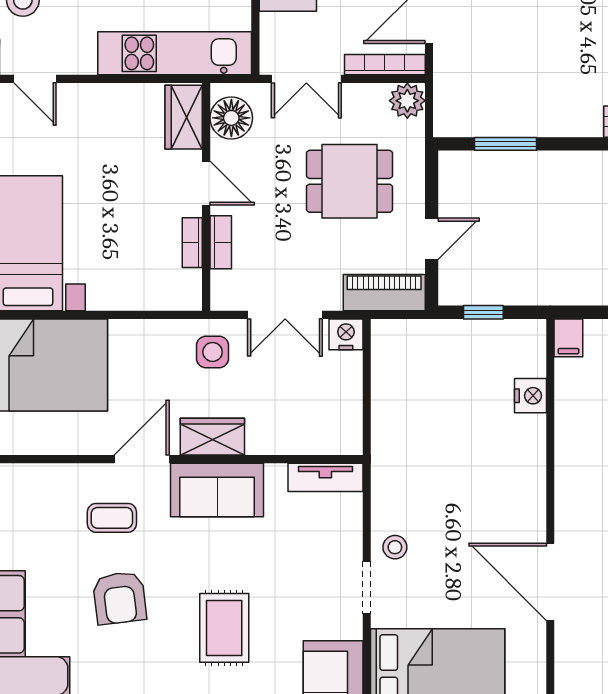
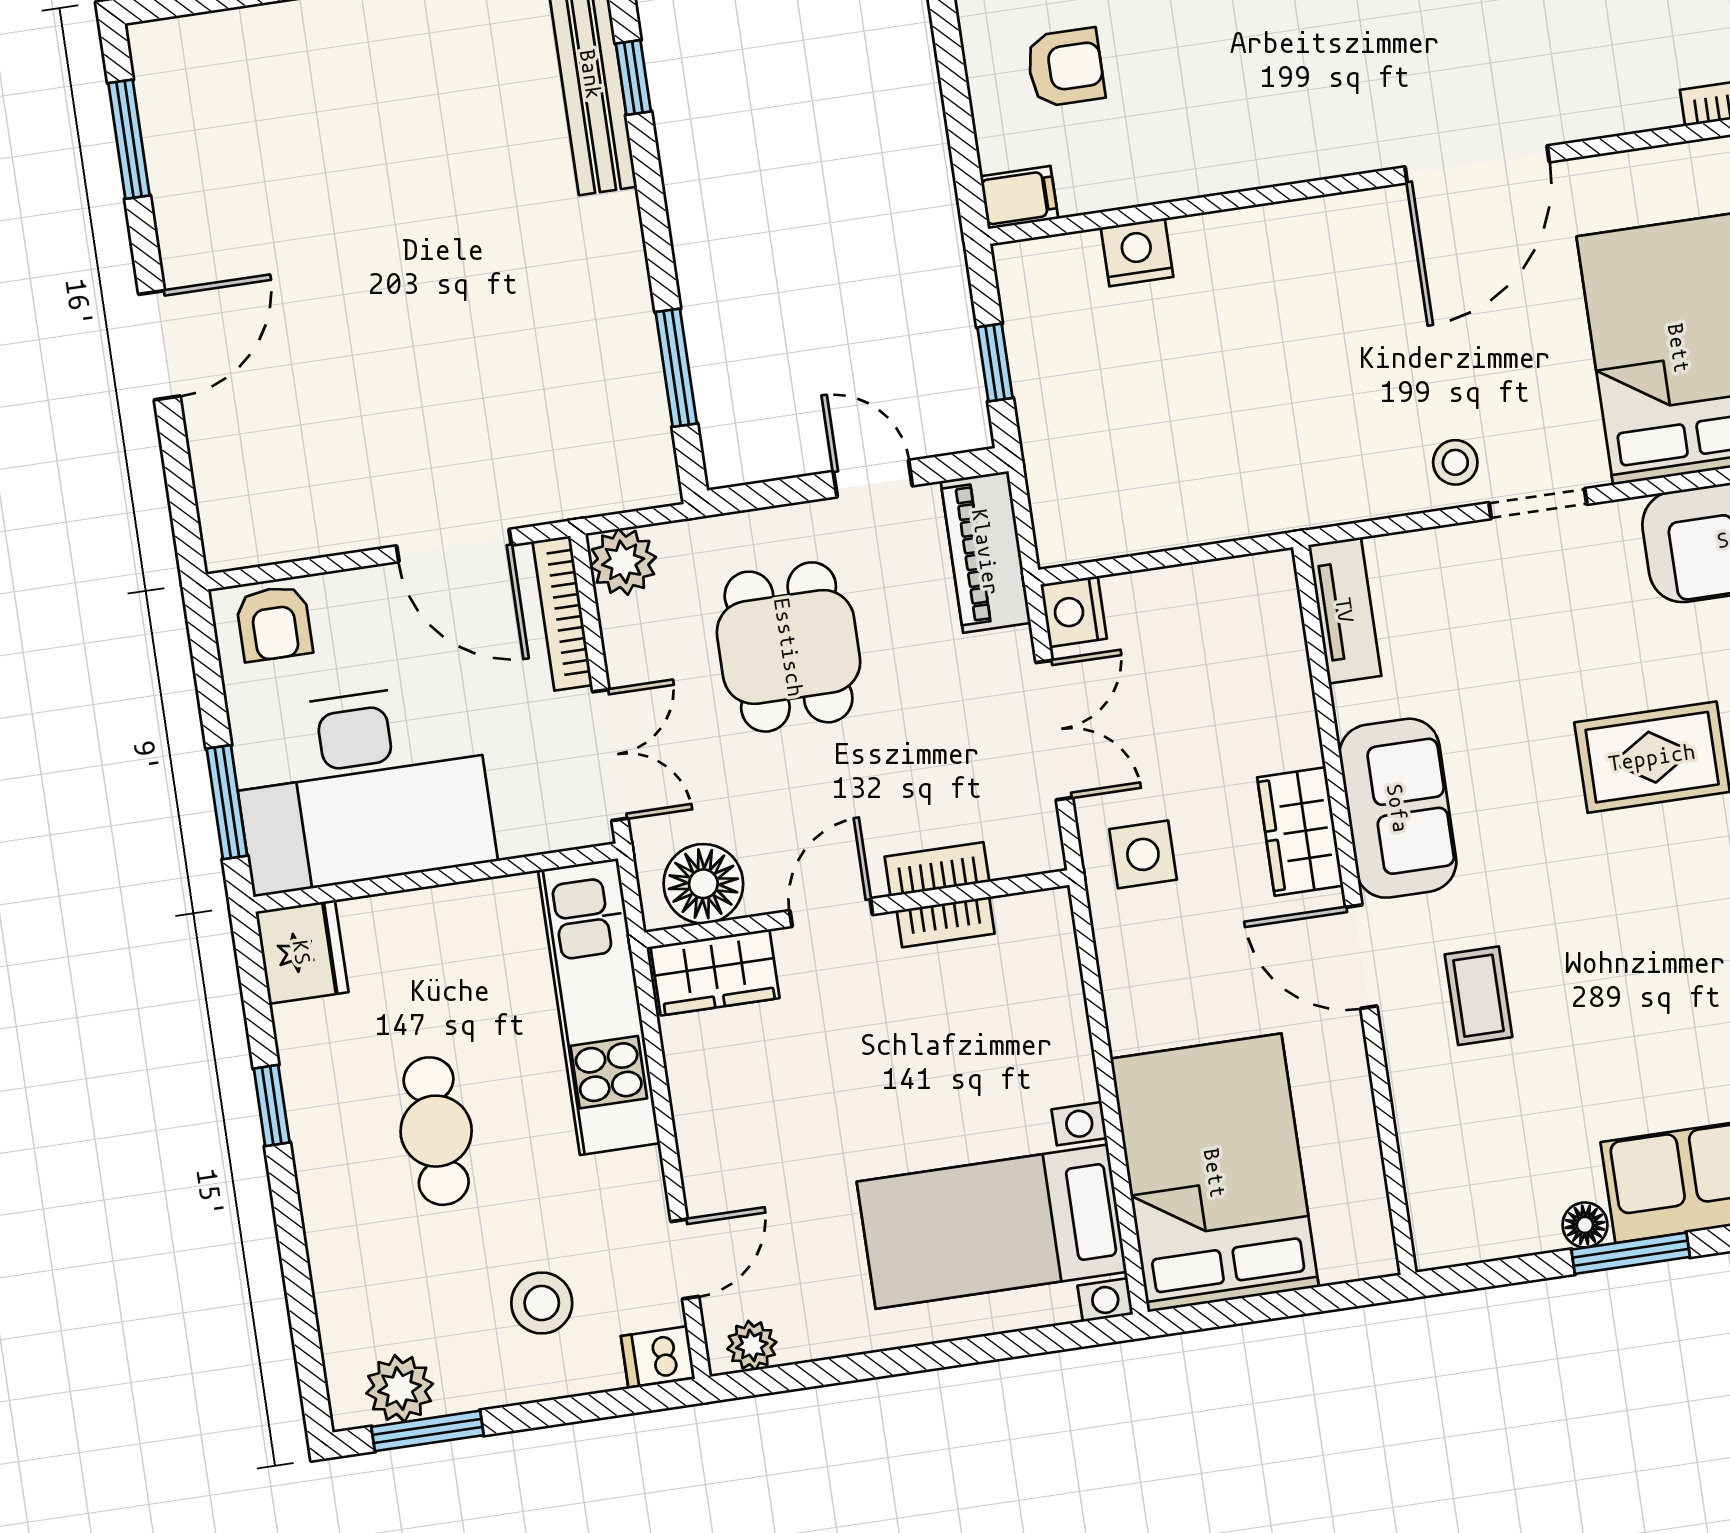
armchair: (120, 598) -> (1625, 960), removed

